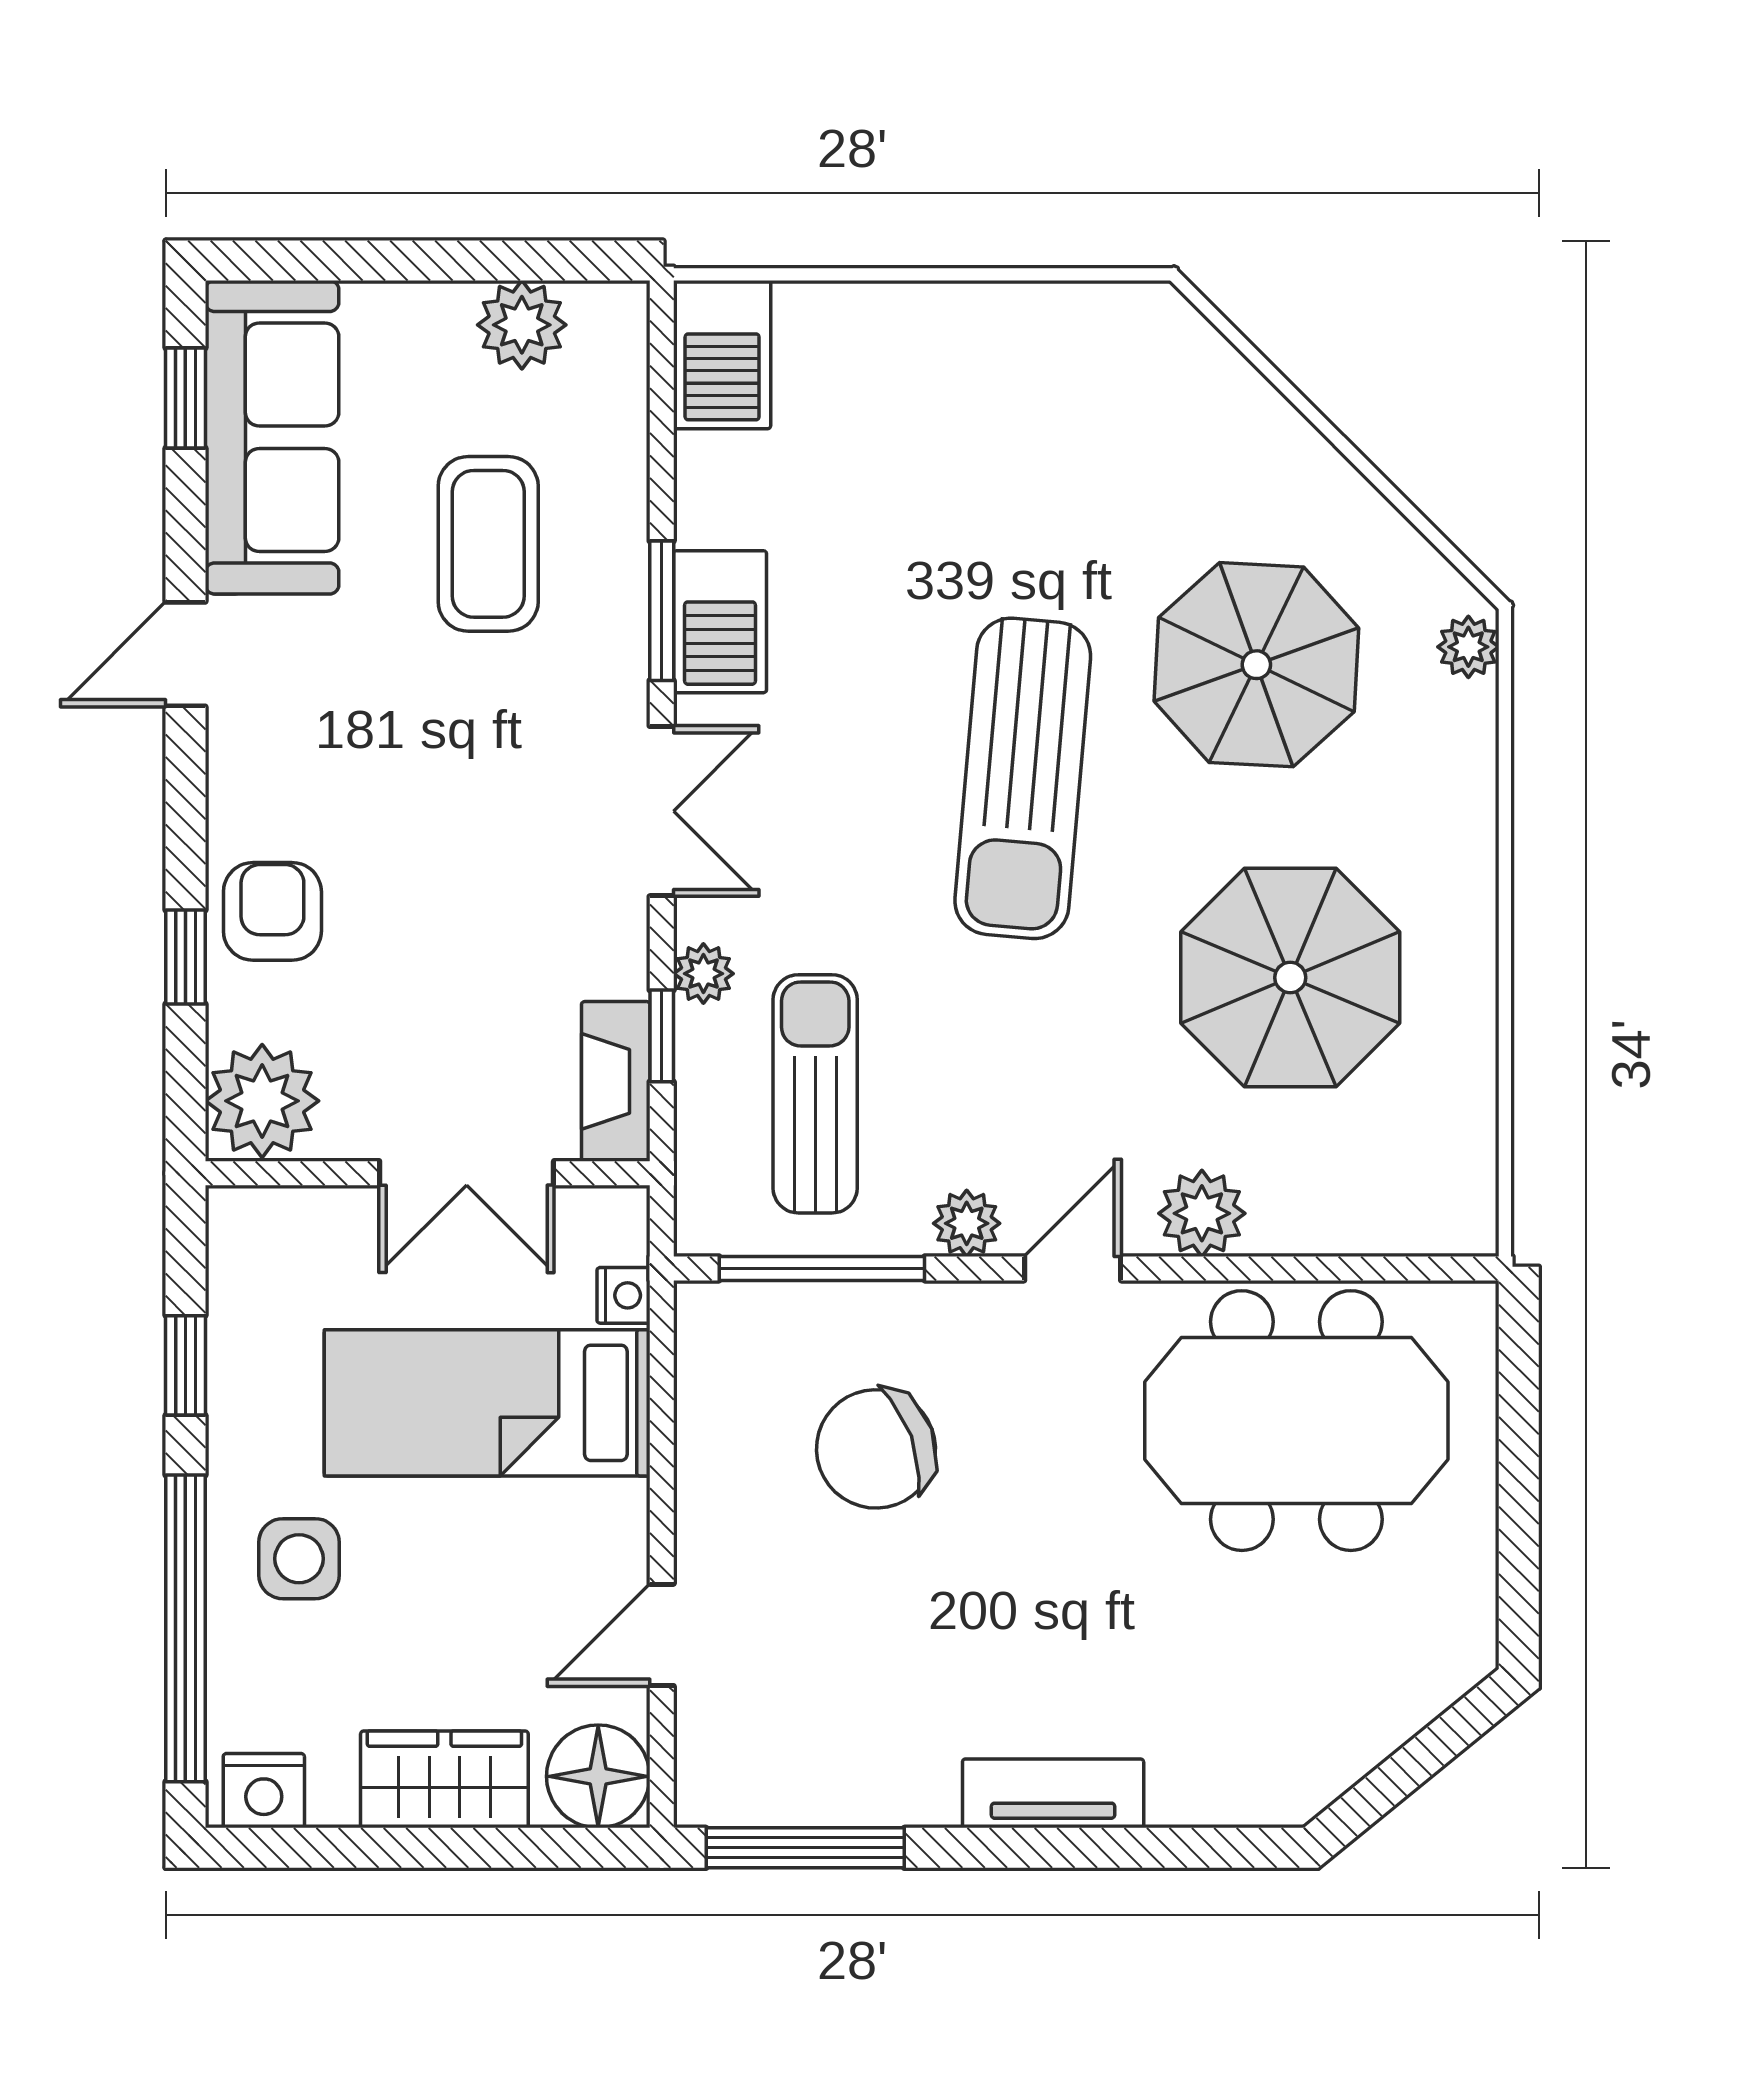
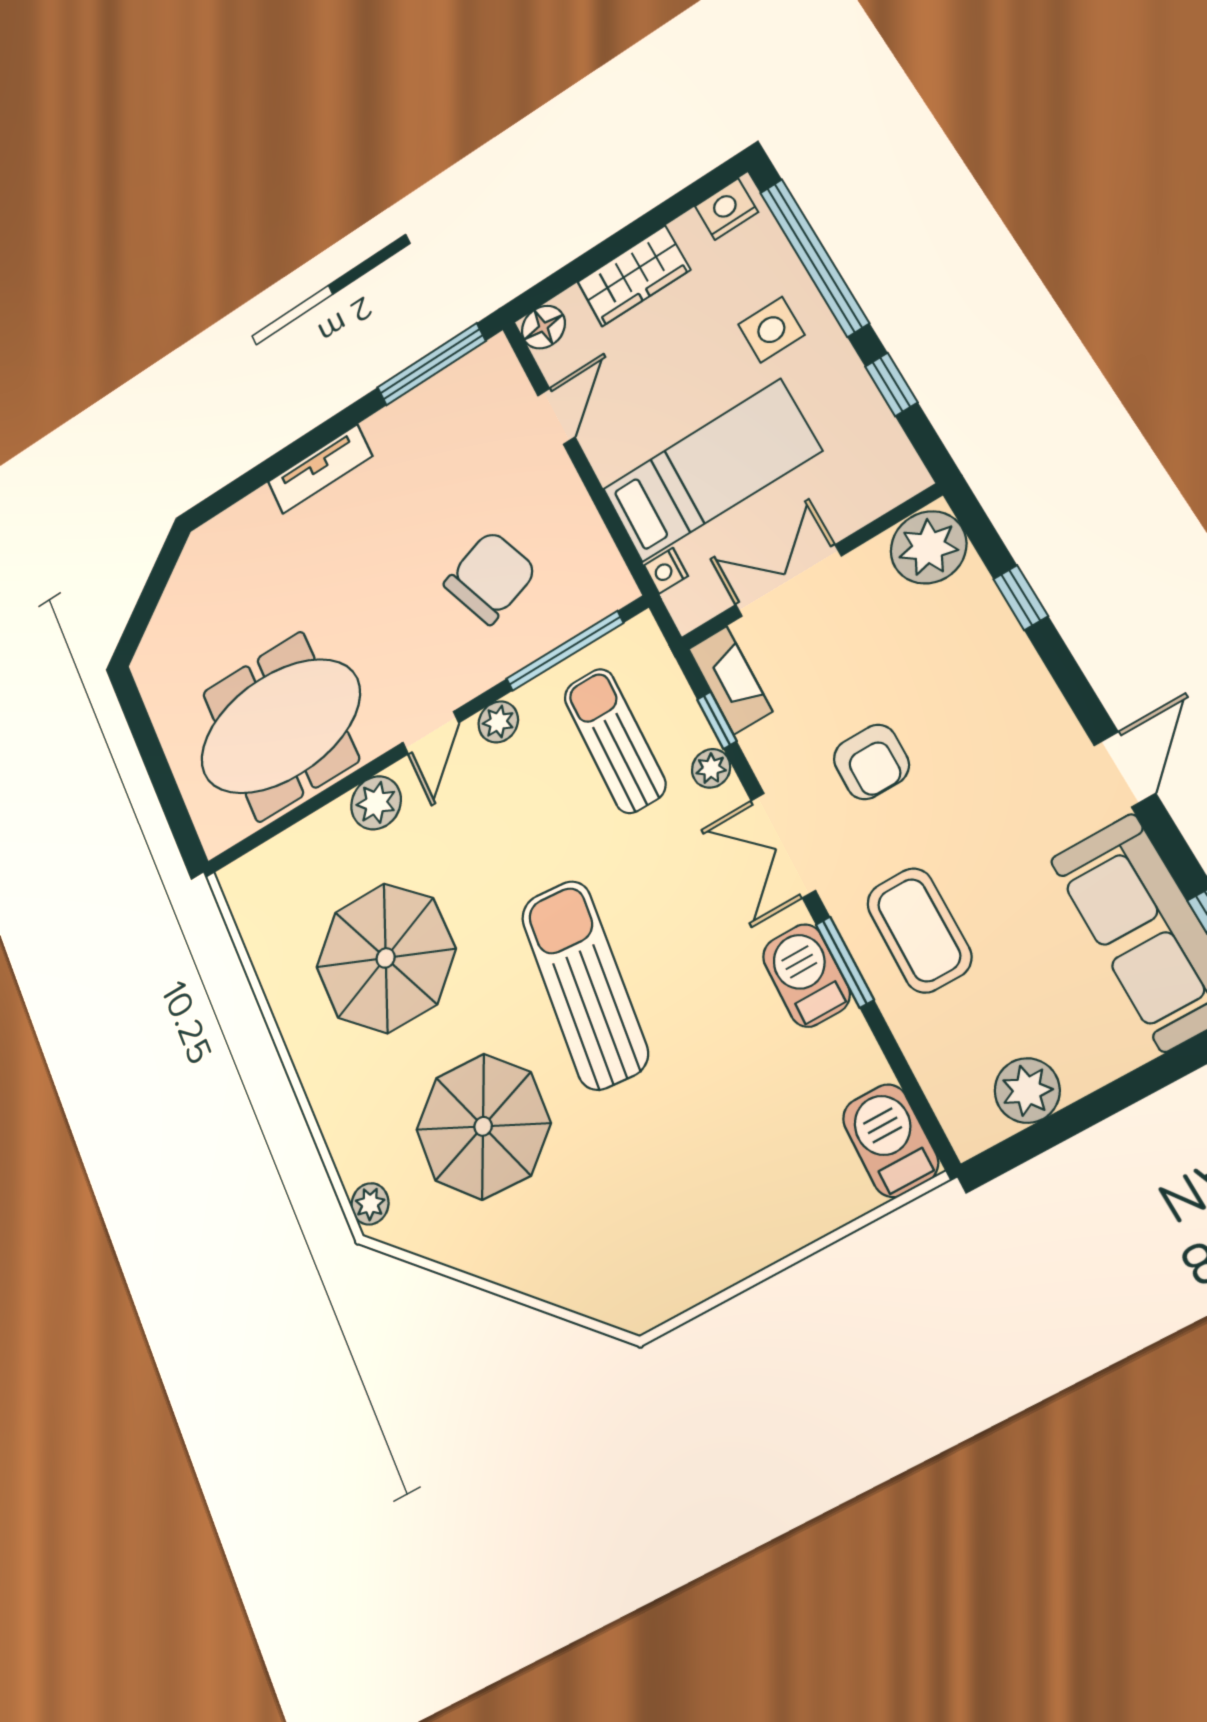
coffee table: (488, 544) -> (919, 930), moved
armchair: (272, 911) -> (871, 762), moved
sun lounger: (815, 1094) -> (615, 740), turned 180
floor lamp: (598, 1776) -> (543, 327), width x0.73, depth x0.73

